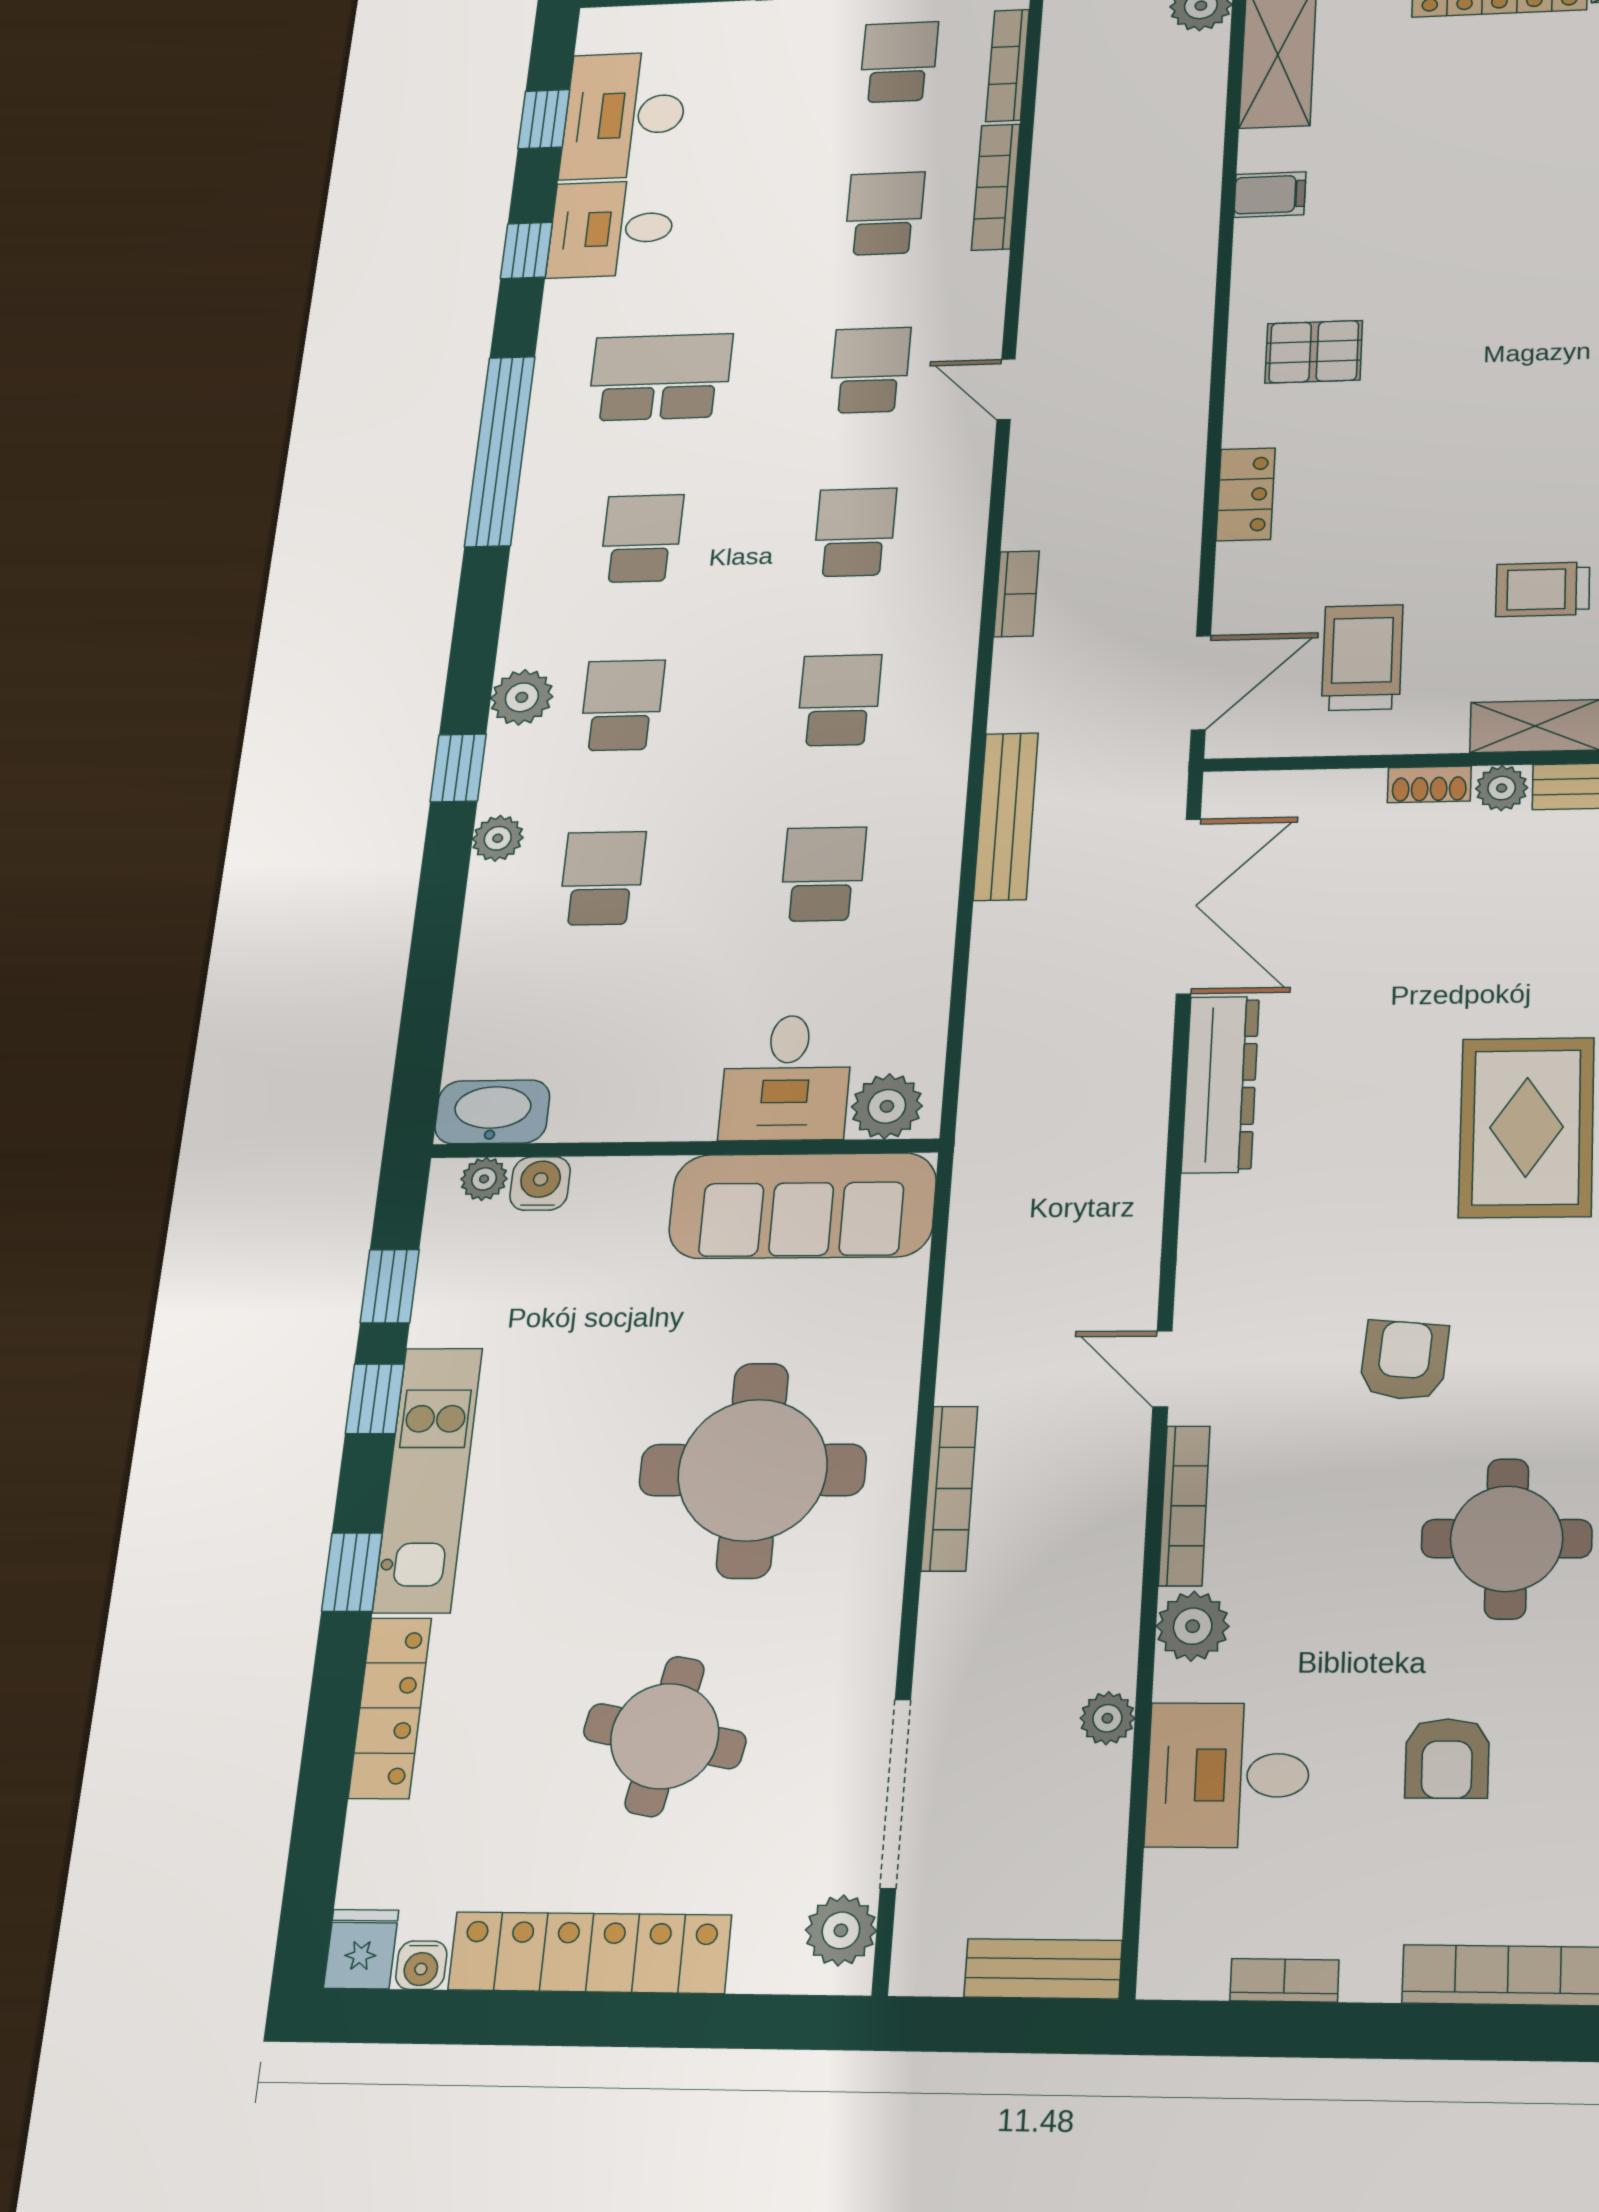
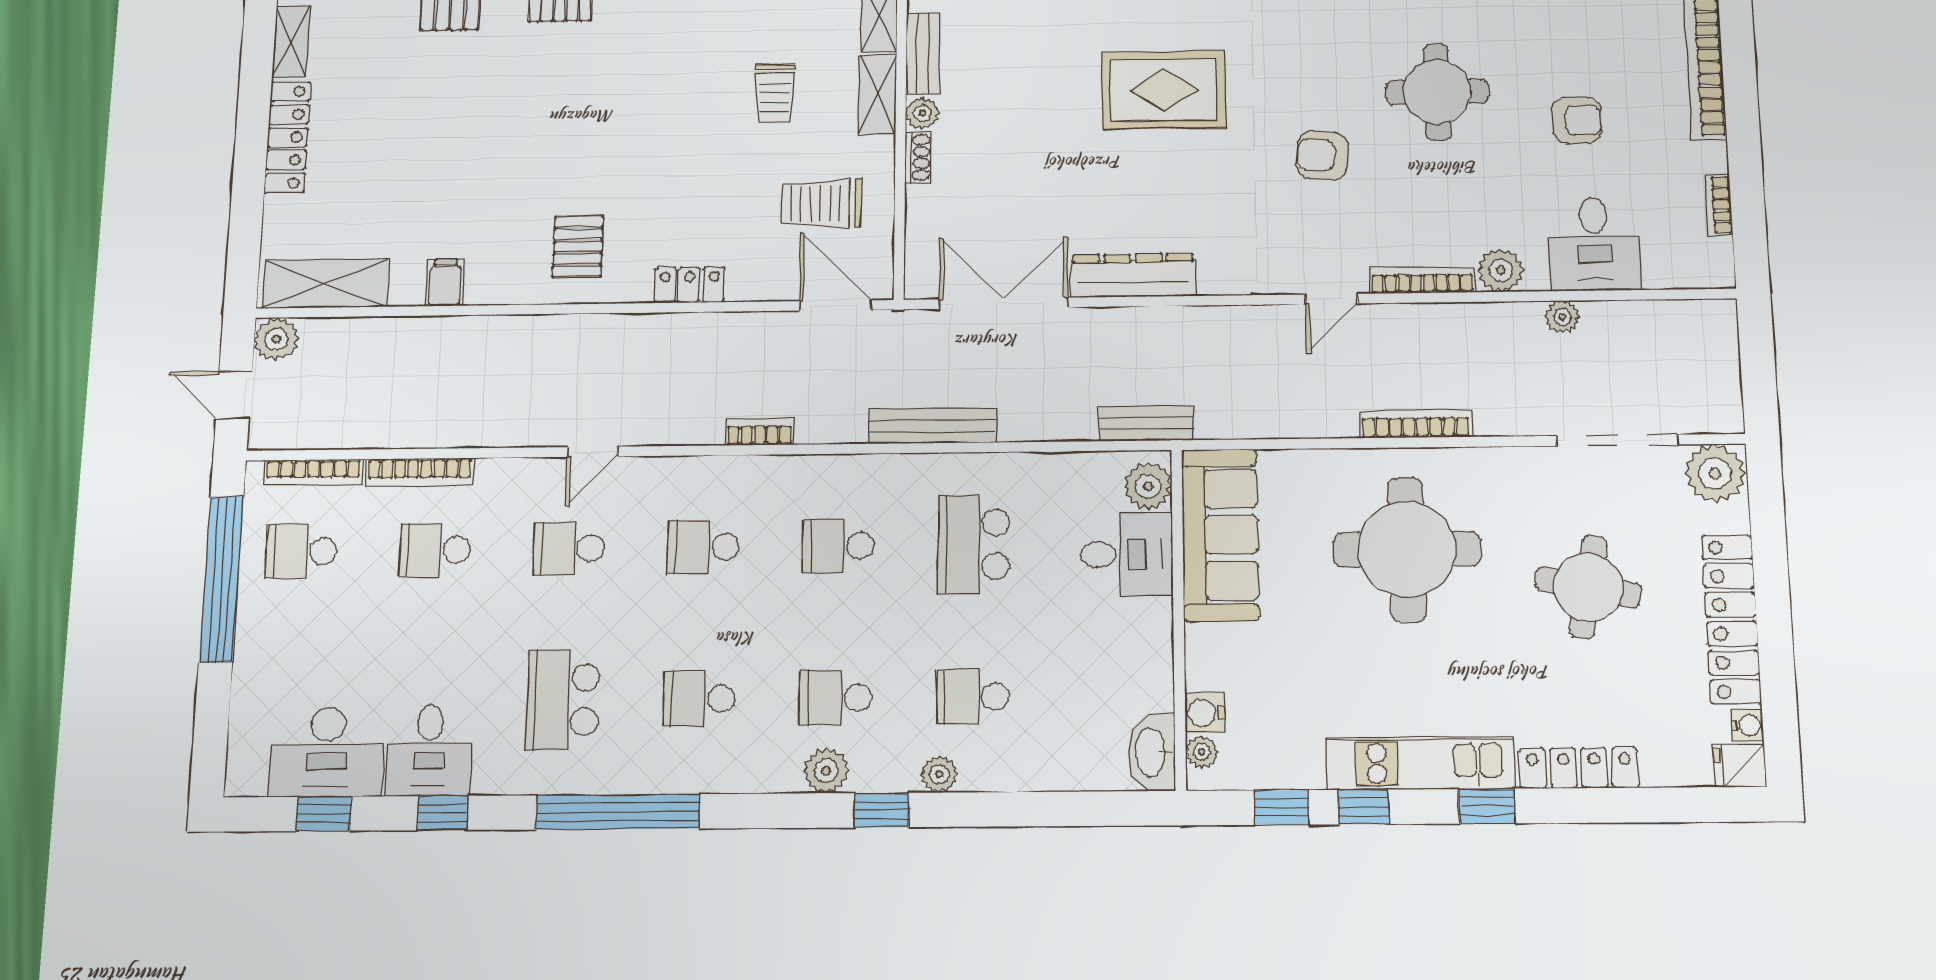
school desk: (823, 874) -> (974, 544), width x1.85
plant: (841, 1930) -> (1715, 473), width x1.36, depth x1.36
bench: (1043, 1969) -> (1146, 423), moved, turned 90

